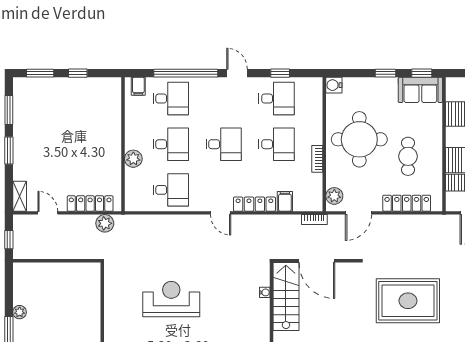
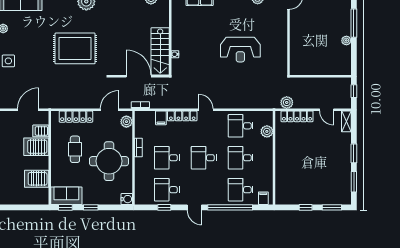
plant: (133, 159) -> (267, 131), moved

